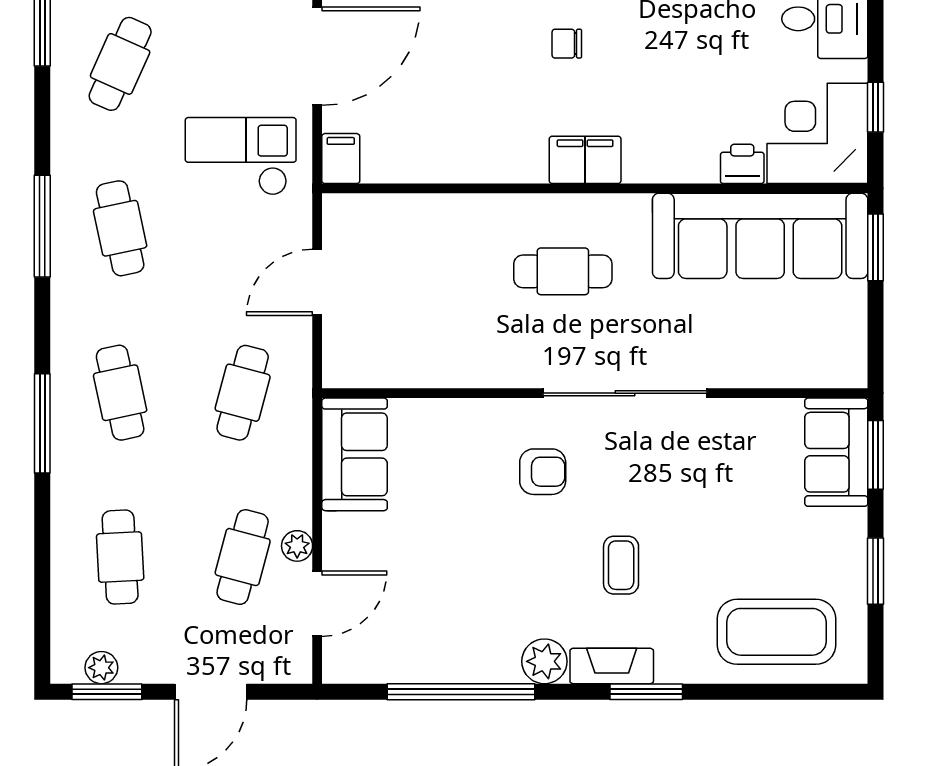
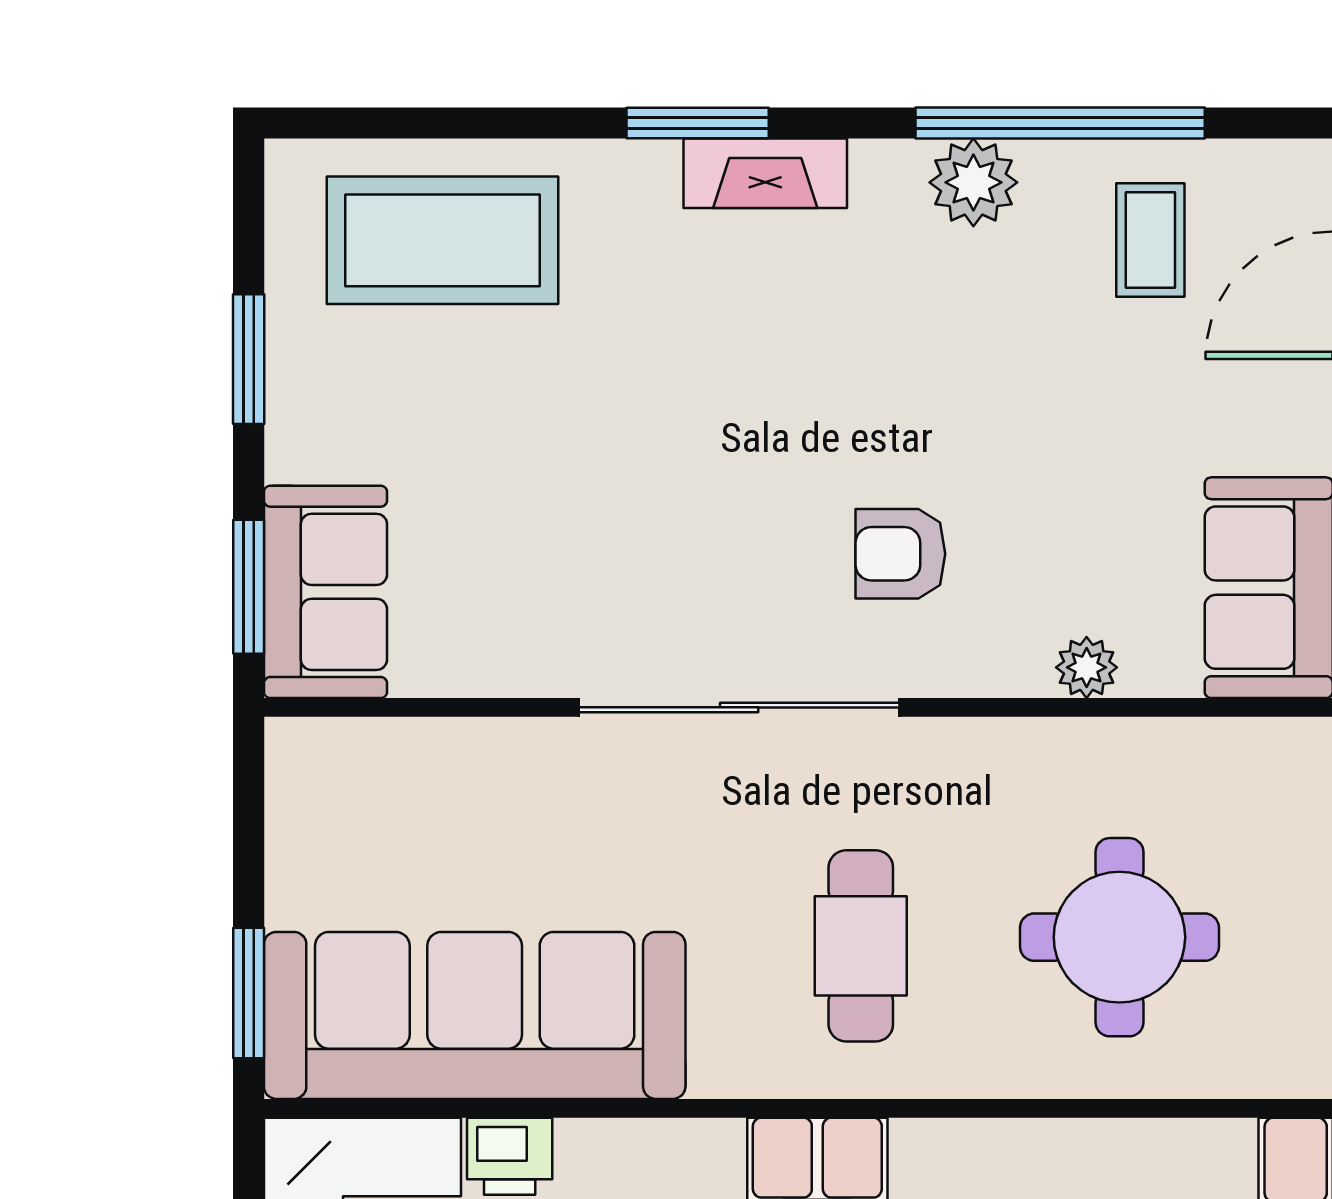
cafe table: (563, 271) -> (861, 946), turned 90
round table: (431, 276) -> (1119, 937), added
plant: (448, 414) -> (1087, 667), added
coffee table: (621, 565) -> (1150, 240), moved
plant: (544, 661) -> (973, 182), moved

